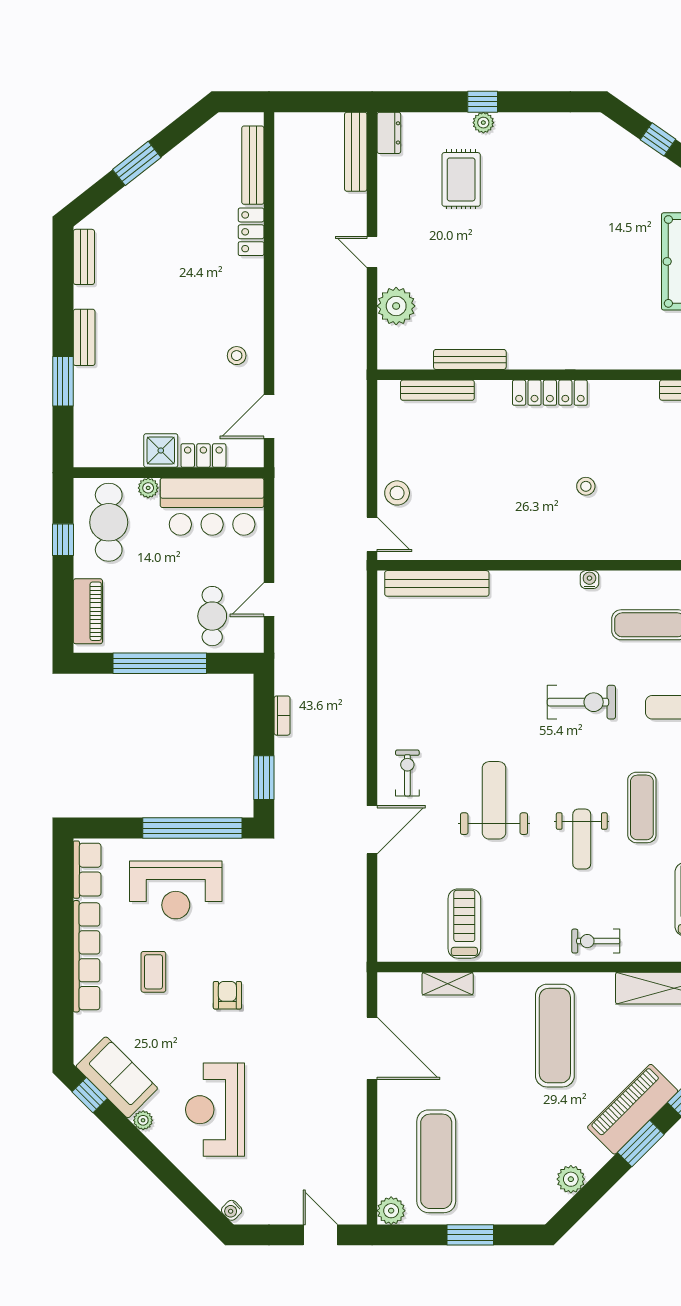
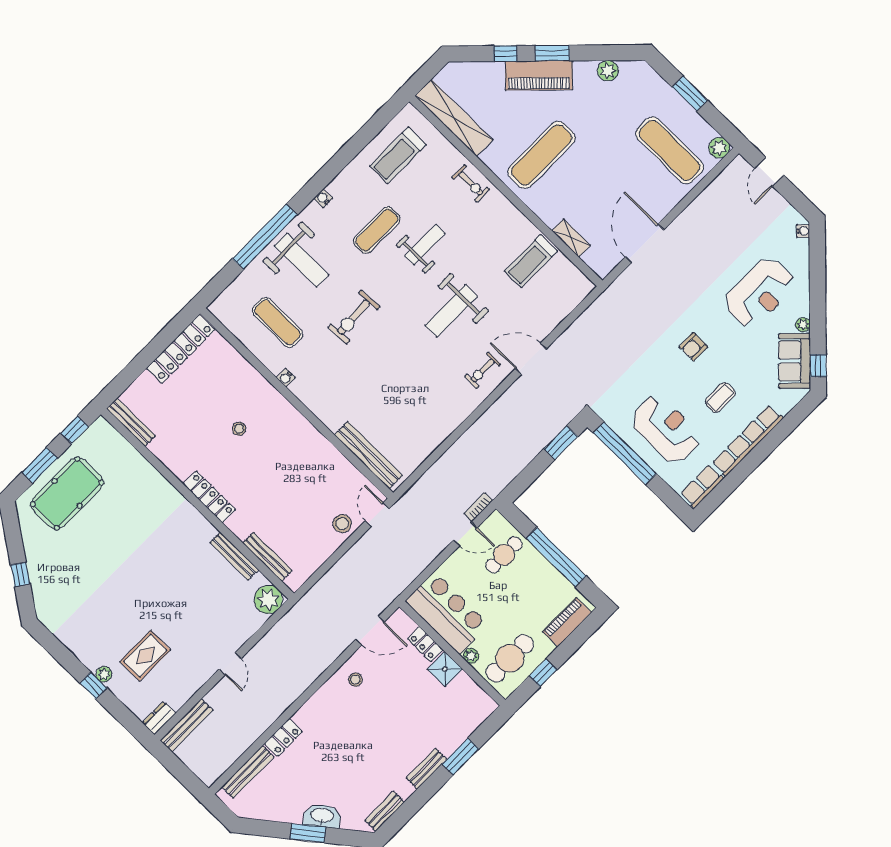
washbasin: (140, 193) -> (322, 816), added
plant: (396, 306) -> (268, 600), moved
exercise bike: (581, 702) -> (354, 317), turned -93
bookcase: (282, 716) -> (478, 507), moved
exercise mat: (436, 1161) -> (670, 150), turned 90

